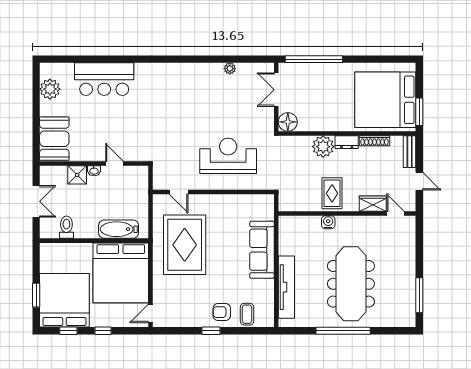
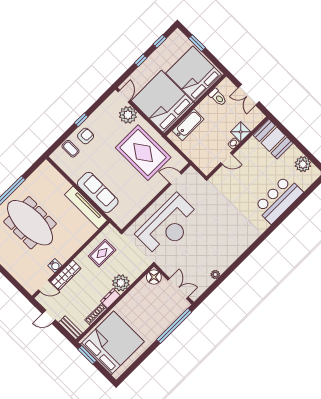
reception desk: (228, 156) -> (168, 226), width x1.36, depth x1.30
rug: (332, 193) -> (102, 253), moved, turned 90
wardrobe: (373, 204) -> (66, 275), width x1.50
water cooler: (328, 222) -> (55, 266), moved
tv unit: (286, 287) -> (86, 208), moved
plant: (164, 293) -> (128, 115), added
bed: (64, 300) -> (194, 74), moved, turned 180

